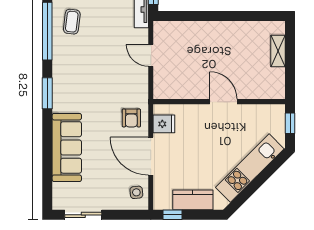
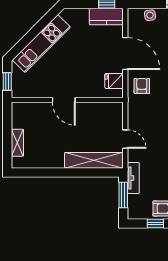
shelving: (188, 30) -> (94, 160), added
side table: (136, 192) -> (150, 15), moved
kitchen counter: (193, 200) -> (106, 16), moved

